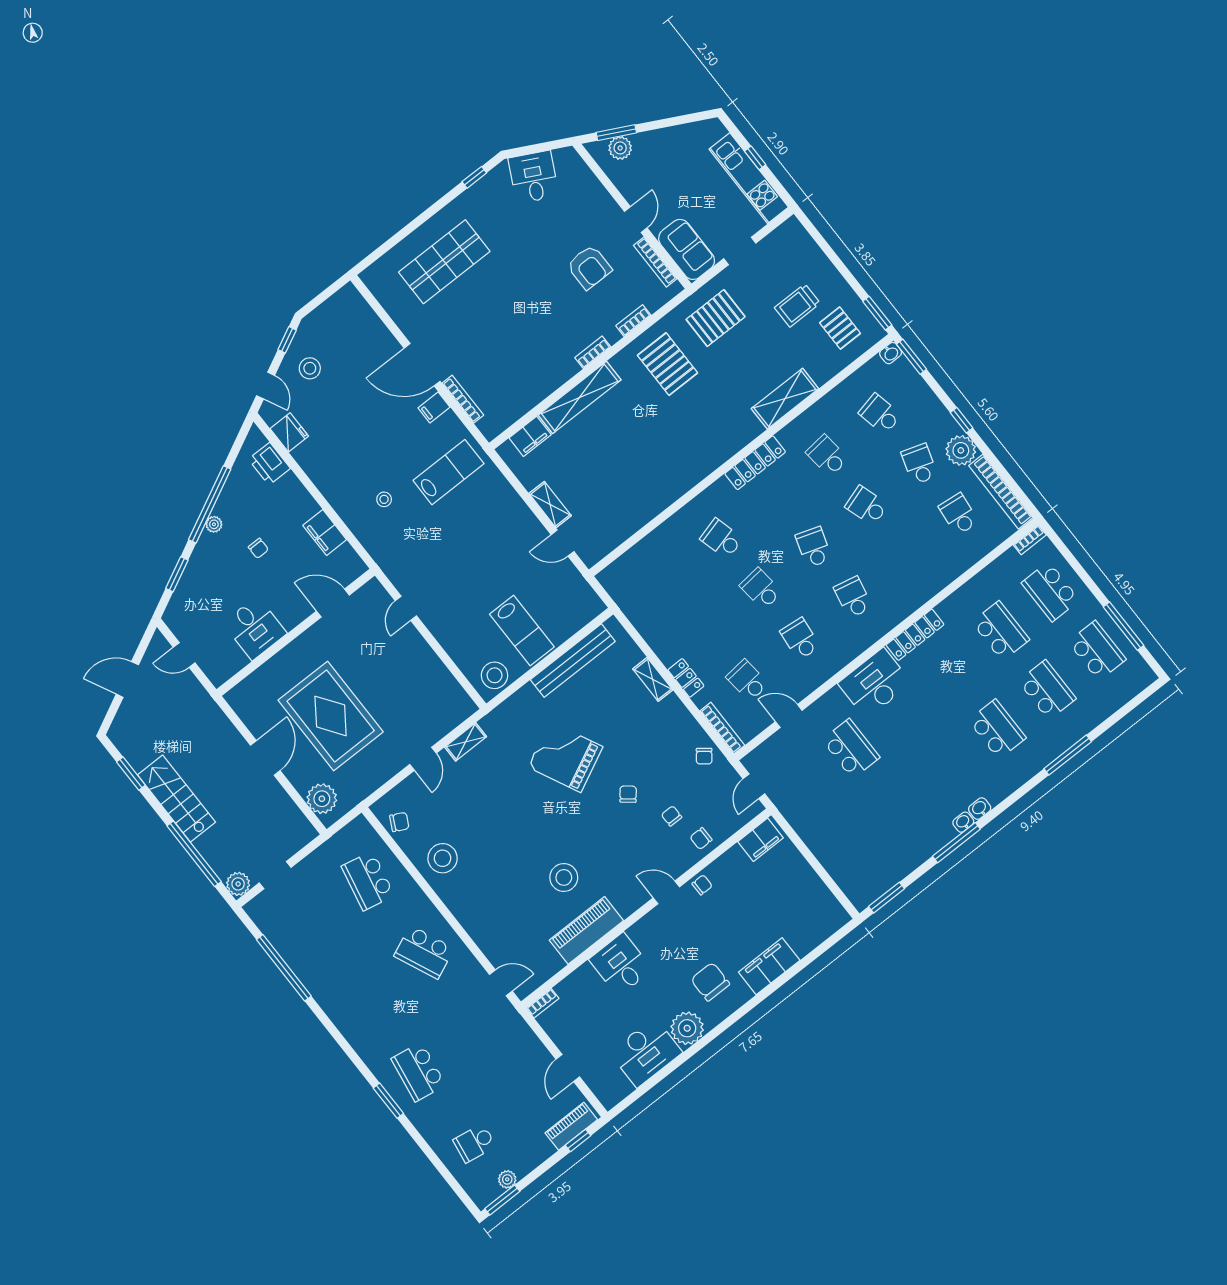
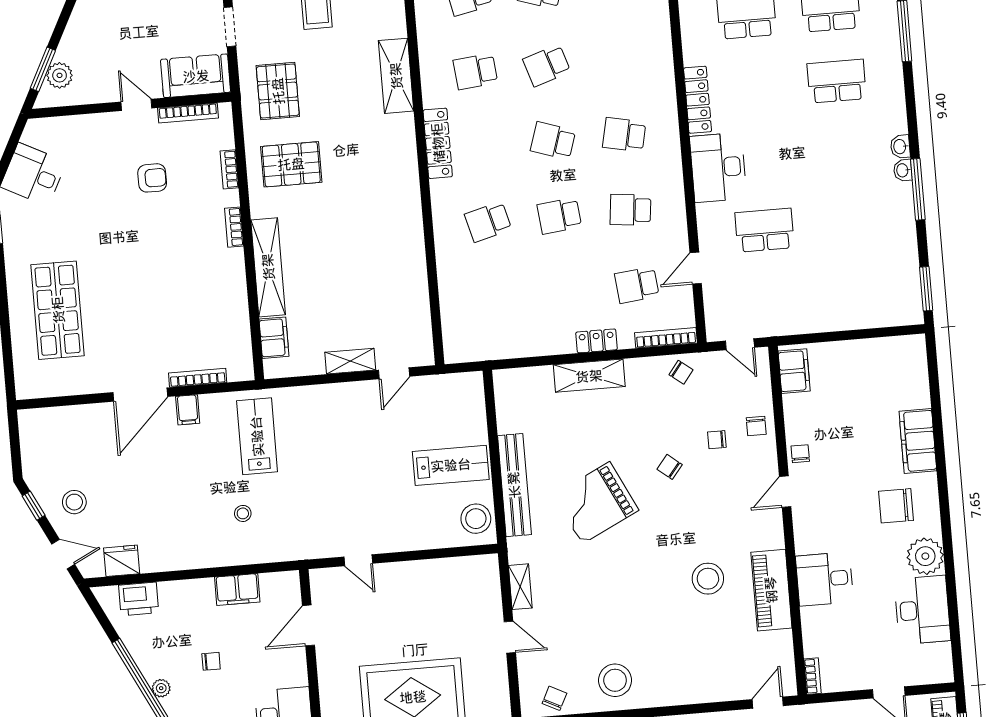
armchair: (589, 267) -> (152, 178), width x0.72, depth x0.72
bench: (573, 661) -> (514, 485), moved
shelving: (653, 679) -> (589, 376), width x1.50, depth x1.33

